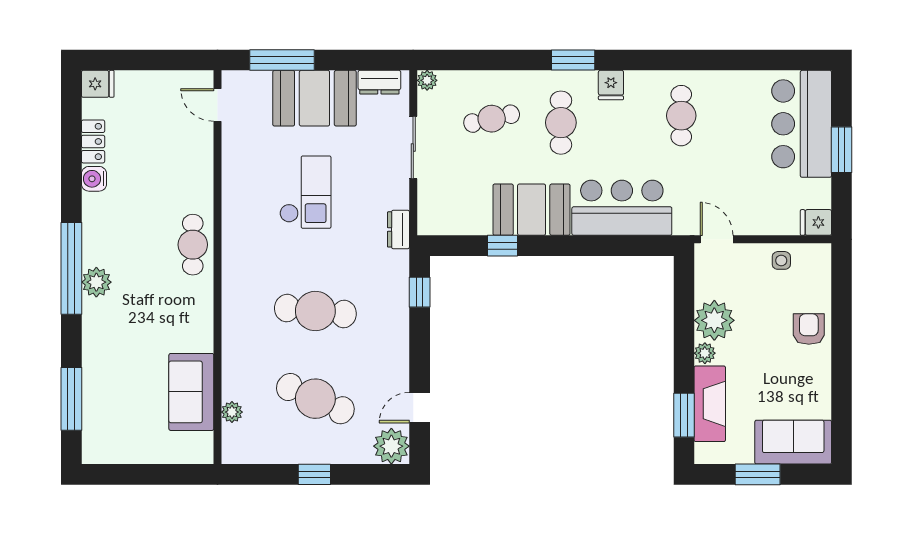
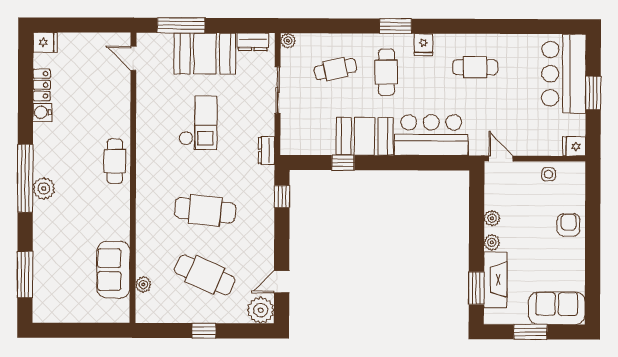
cafe table: (681, 116) -> (475, 67), turned 90
plant: (714, 320) -> (492, 218), width x0.53, depth x0.53

